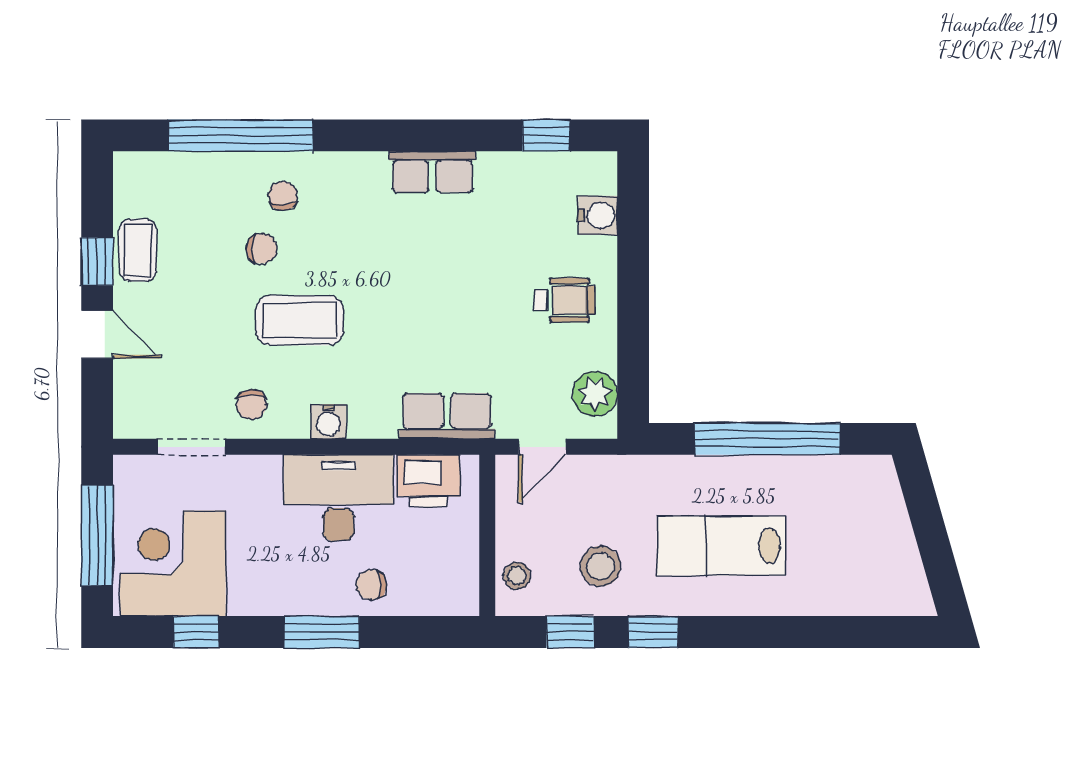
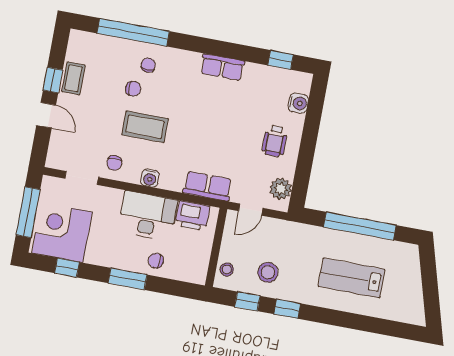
wheelchair: (565, 300) -> (275, 141), turned 90
lab bench: (721, 546) -> (351, 278), moved

